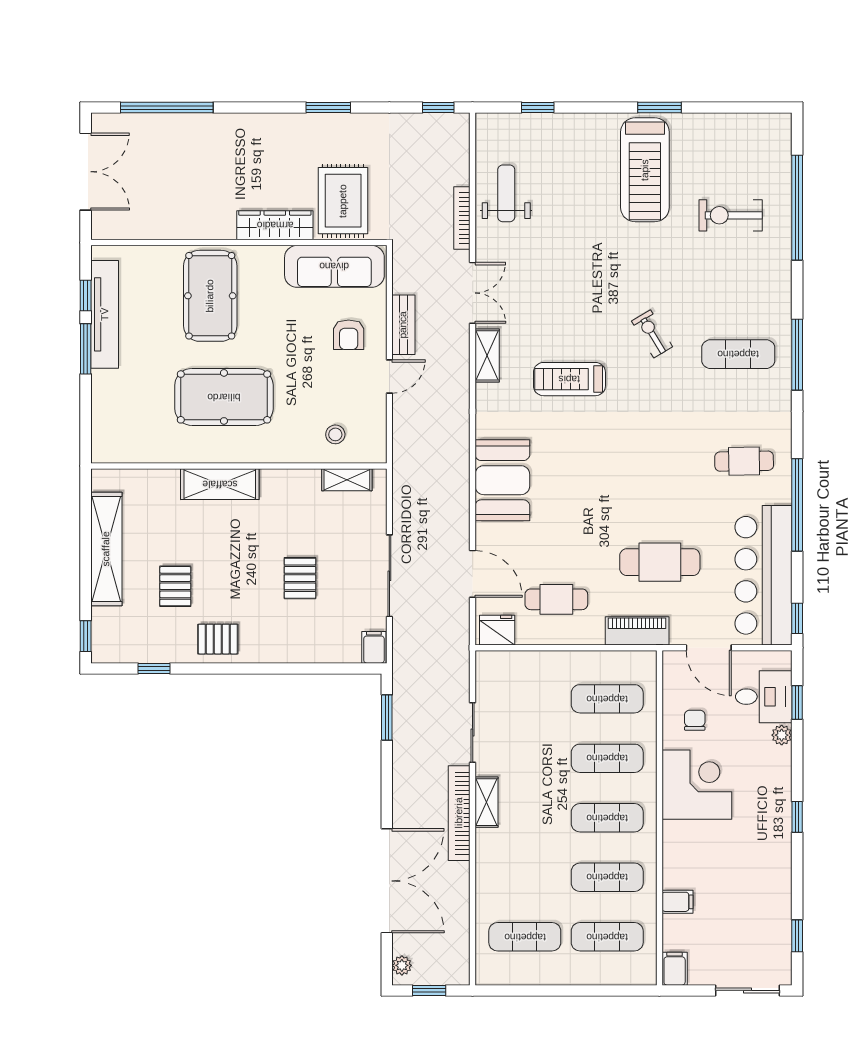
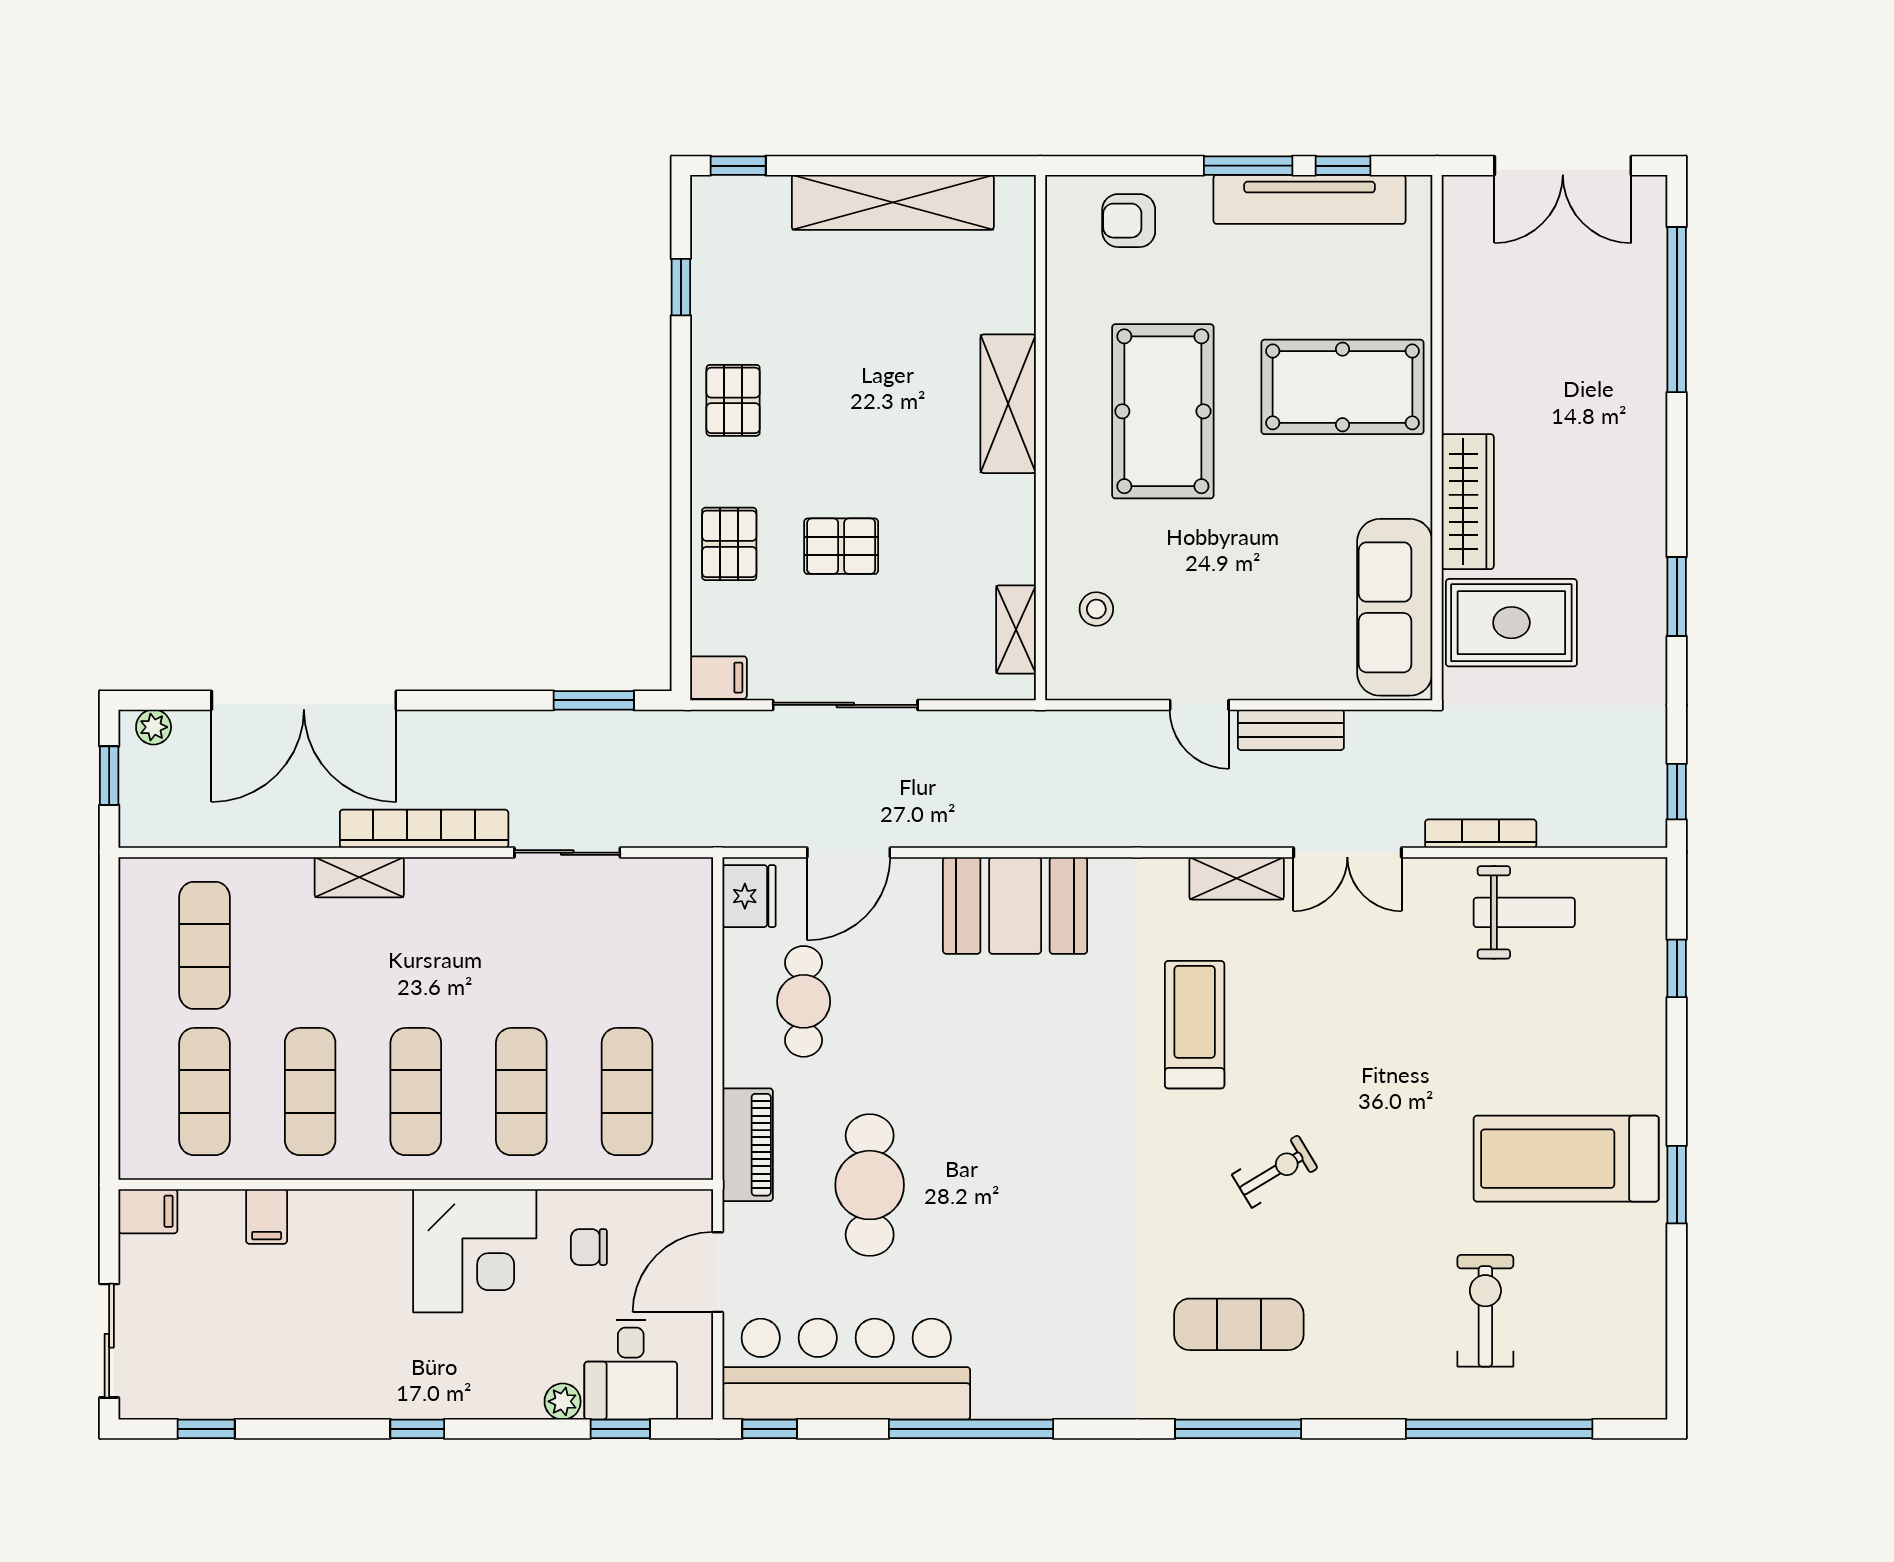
armchair: (349, 335) -> (1129, 221), moved
exercise mat: (738, 354) -> (1239, 1324), turned 90
cafe table: (744, 461) -> (1049, 1335), removed
pallet: (175, 586) -> (729, 544), moved, turned 90
chair: (695, 720) -> (589, 1247), turned 180
shelving: (486, 802) -> (359, 877), moved

